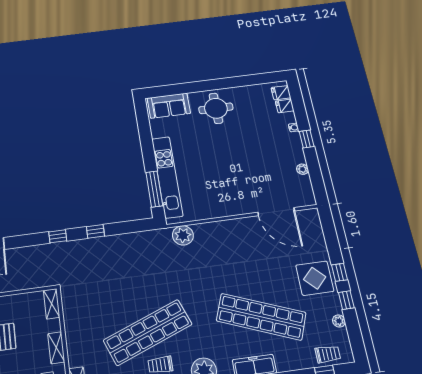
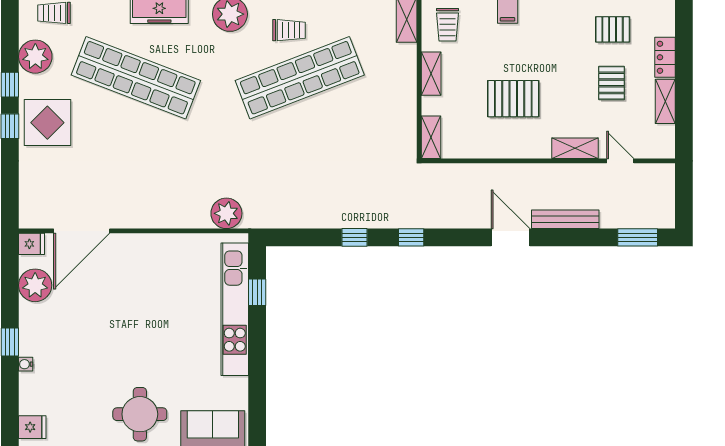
fridge: (285, 106) -> (31, 244), moved
plant: (302, 169) -> (35, 285), width x1.88, depth x1.88
window: (154, 189) -> (257, 292), width x0.46
door: (276, 212) -> (82, 231), swing flipped
plant: (339, 321) -> (35, 57), width x1.88, depth x1.88

